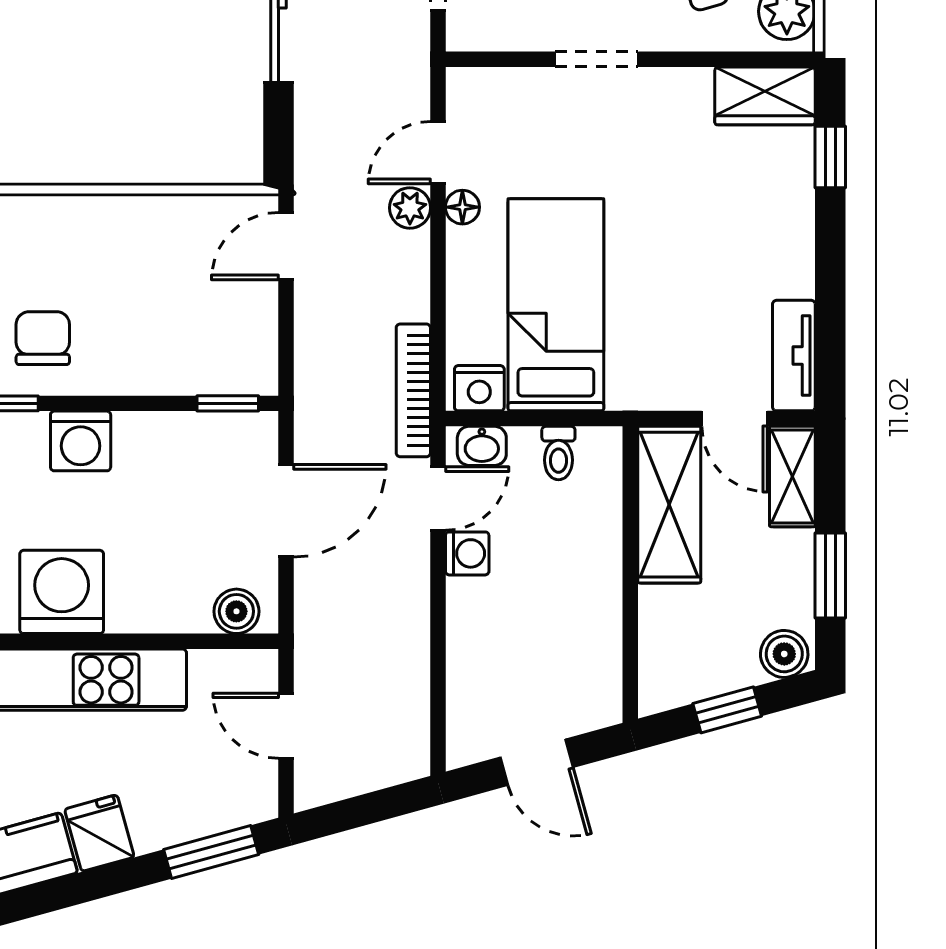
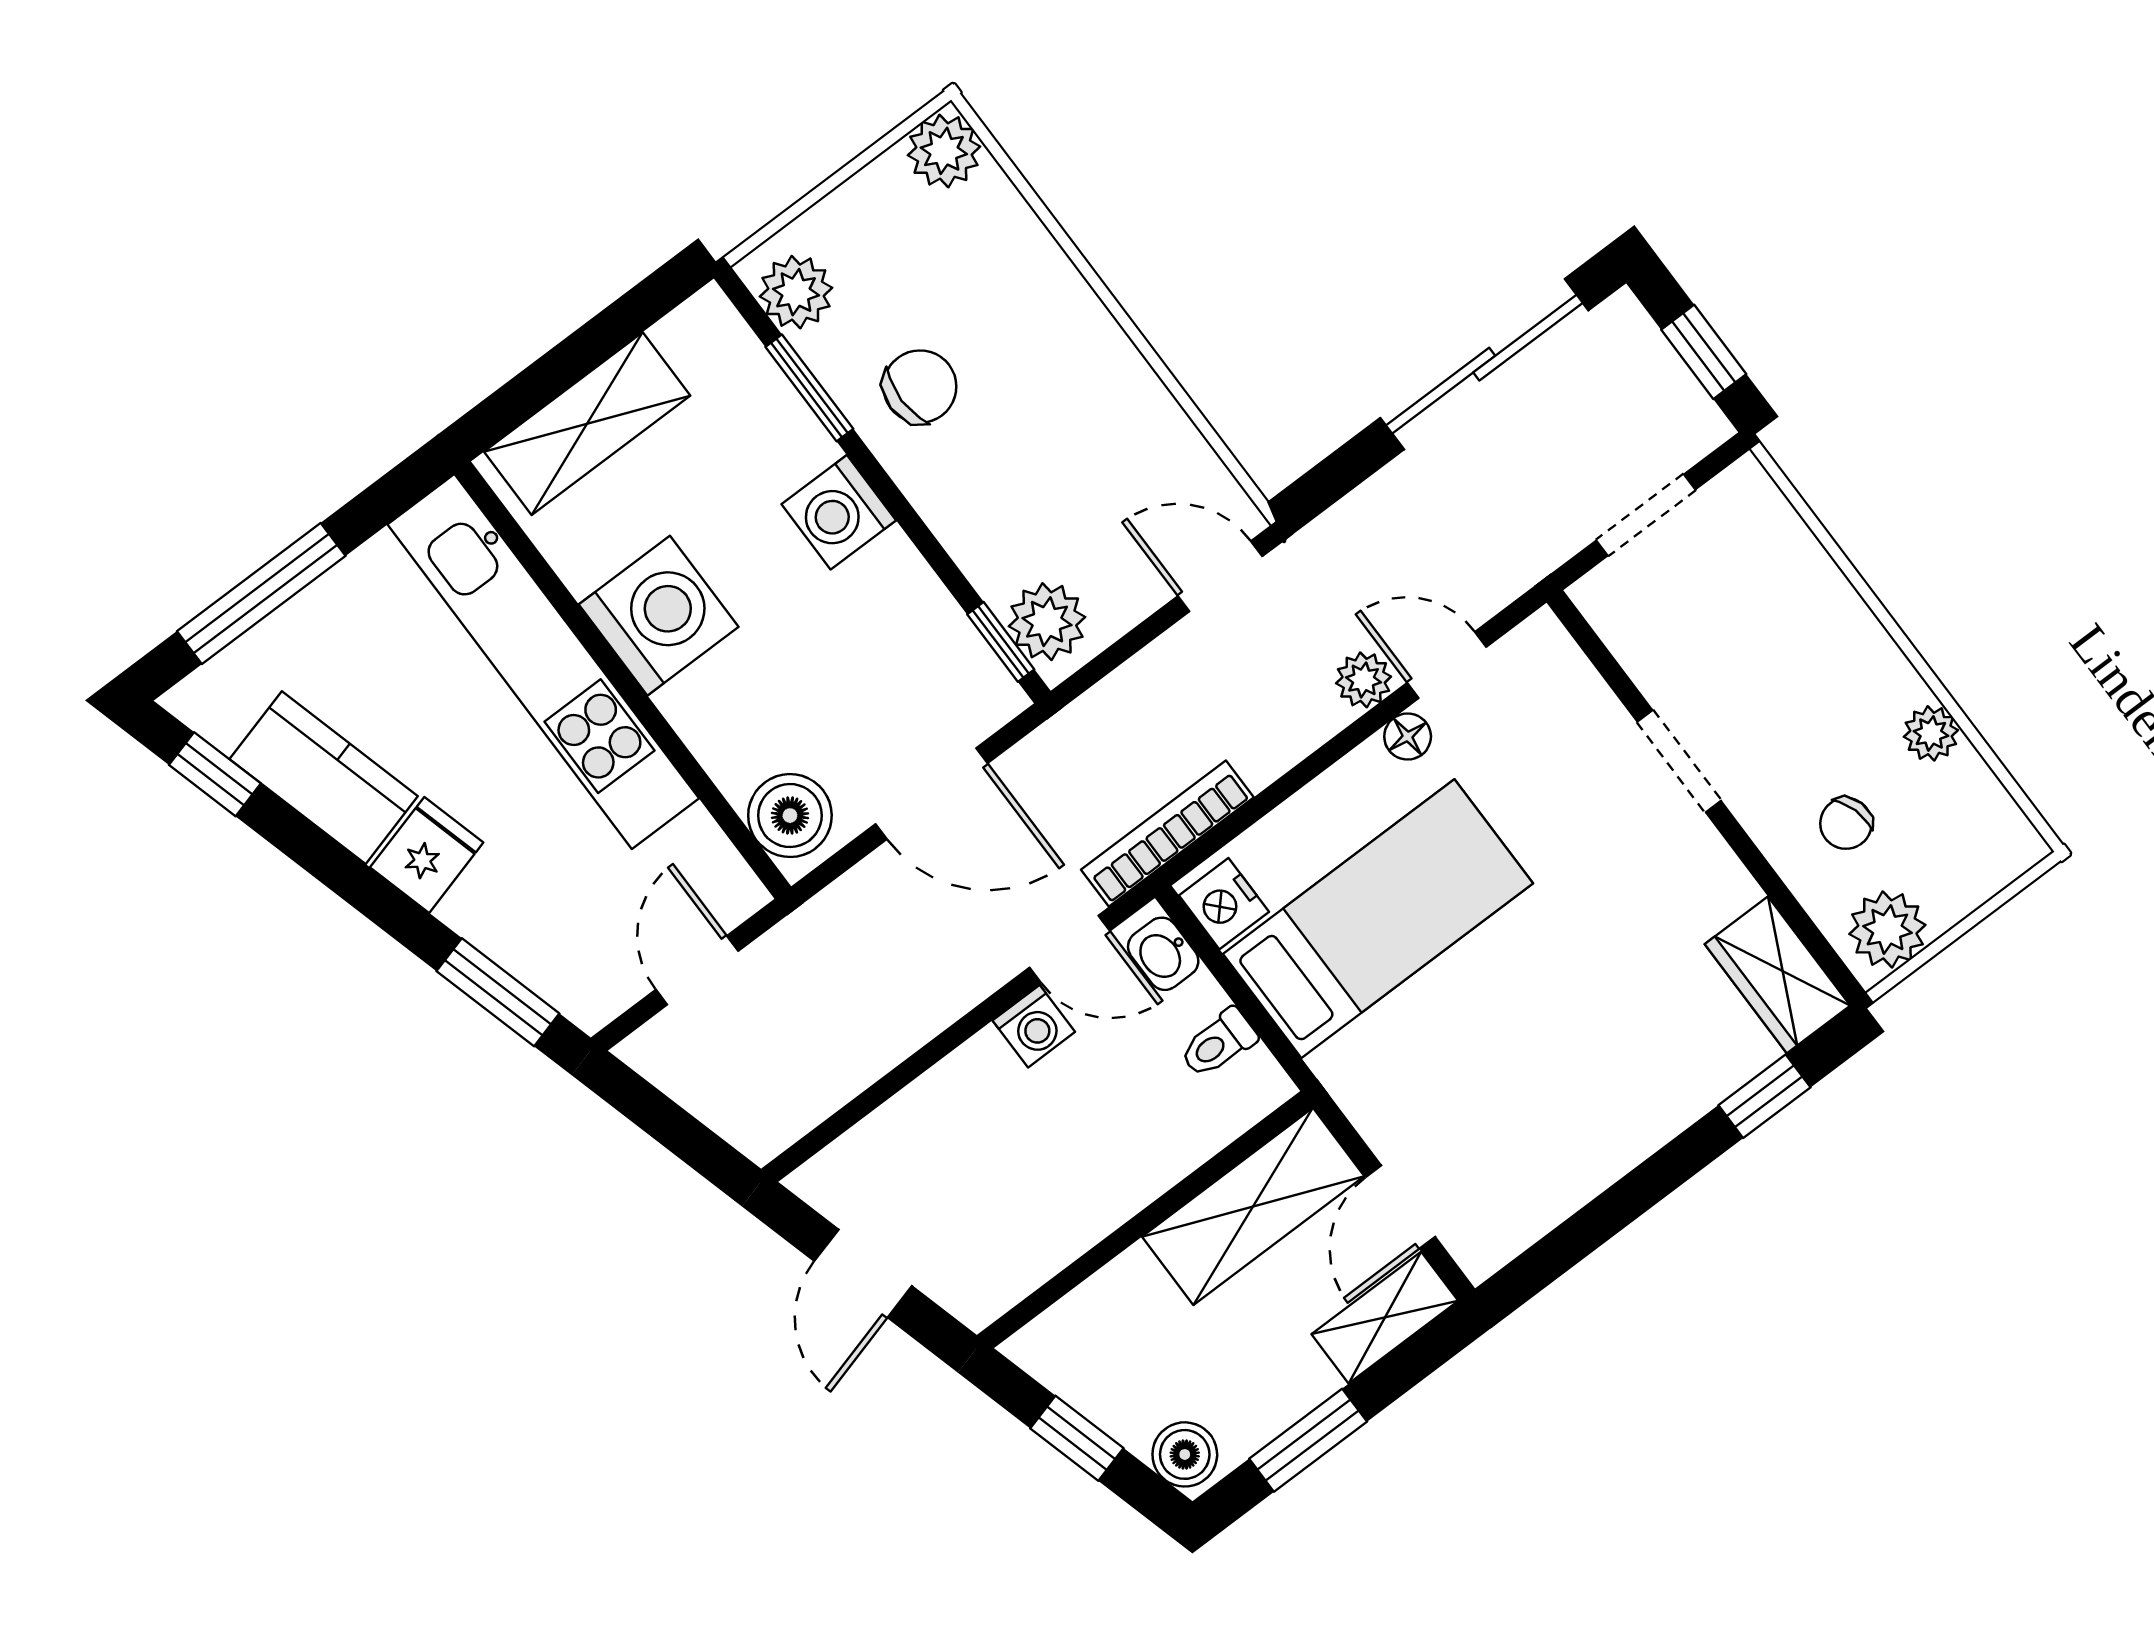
tv unit: (794, 356) -> (1518, 1220), removed
plant: (236, 367) -> (1047, 622), added
boiler: (236, 611) -> (790, 816), width x1.36, depth x1.36

